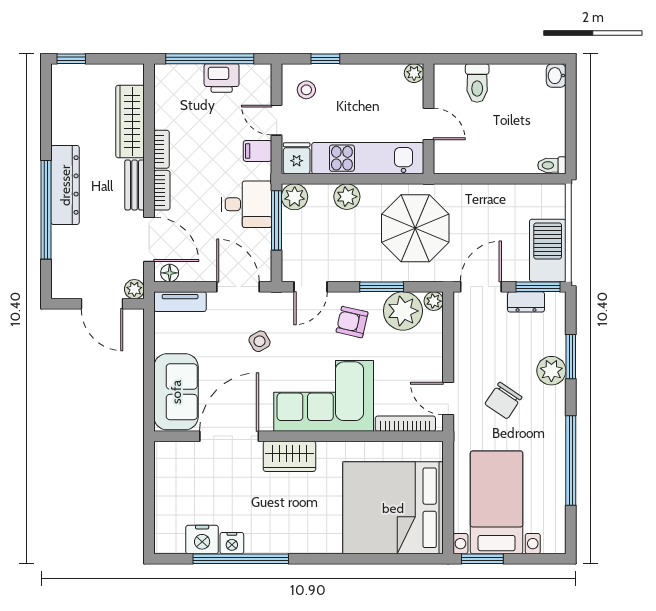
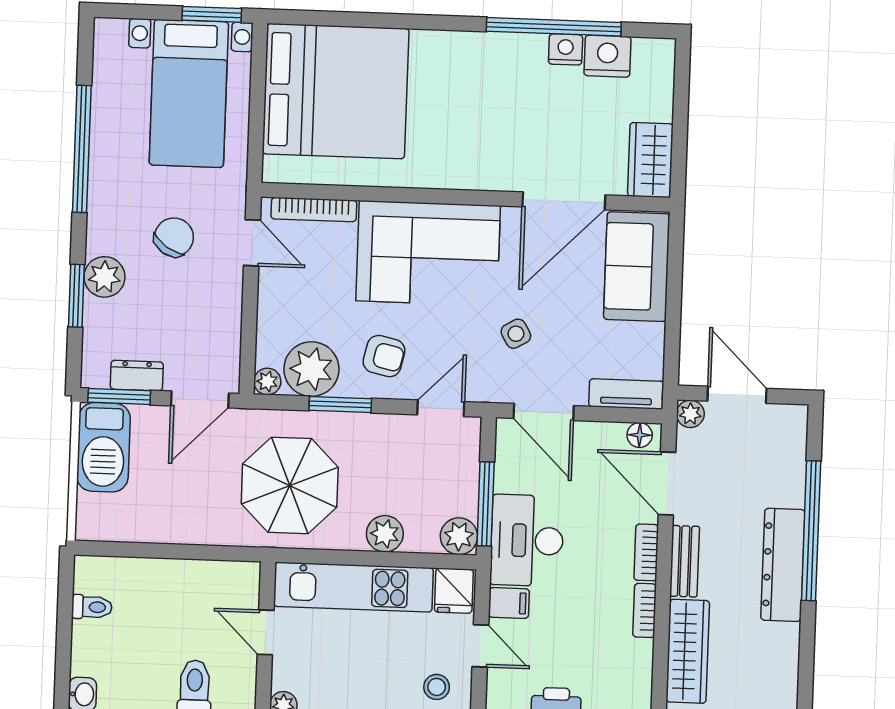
toilet: (552, 165) -> (92, 607), moved
desk: (246, 204) -> (527, 541), width x1.37
wardrobe: (289, 456) -> (650, 160), moved, turned -90

